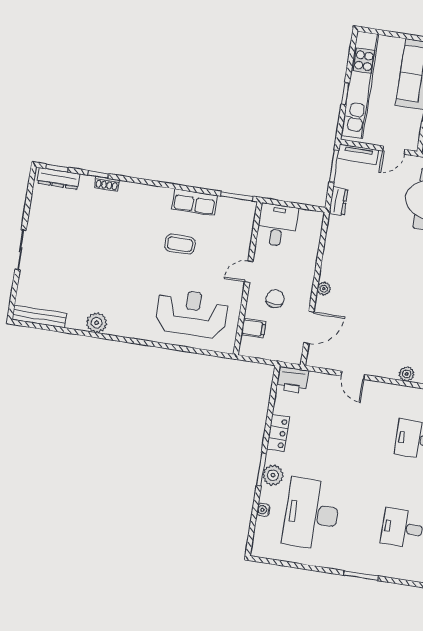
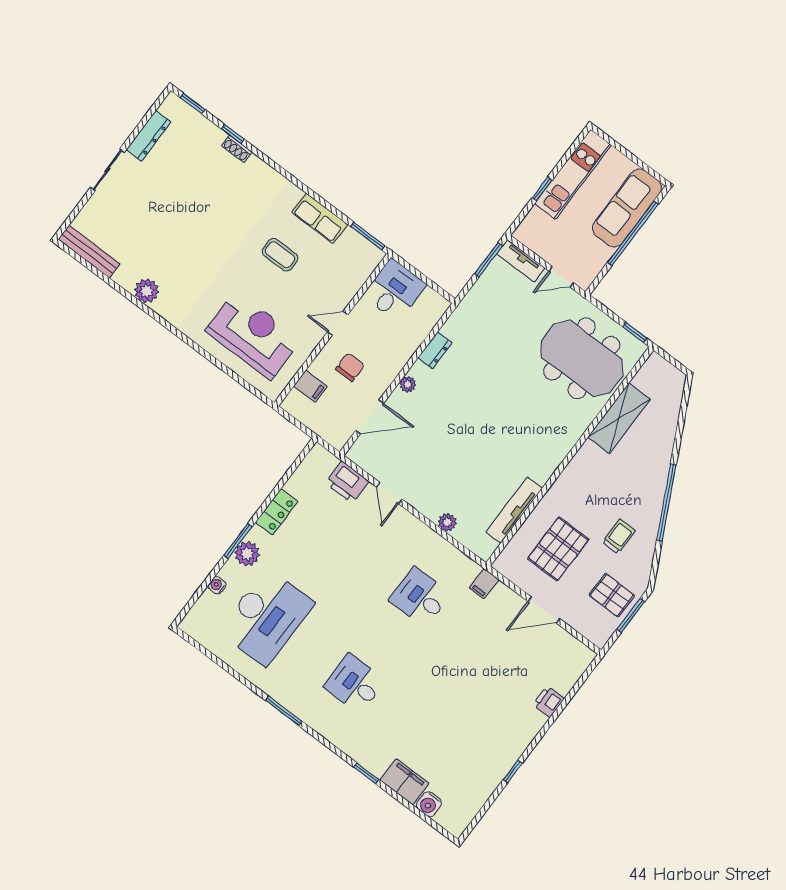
kitchen unit: (360, 85) -> (573, 174), width x0.73
dresser: (59, 179) -> (148, 136), moved, turned -90
dresser: (338, 201) -> (435, 350), moved
printer: (293, 380) -> (347, 482), moved
desk: (312, 514) -> (266, 617), turned 180

